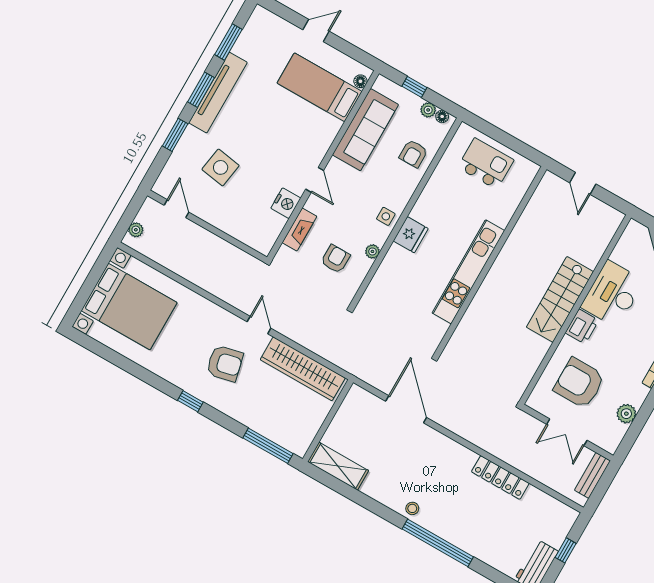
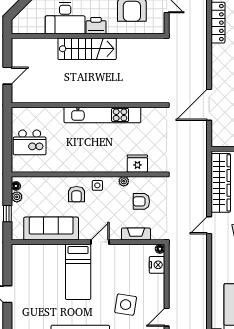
floor lamp: (360, 81) -> (160, 249), moved
bed: (319, 87) -> (78, 272), moved
armchair: (413, 154) -> (77, 194), moved, turned 90
kitchen island: (486, 164) -> (30, 142), turned -90
nightstand: (286, 203) -> (157, 265), moved, turned 90
fridge: (411, 235) -> (137, 164), moved

